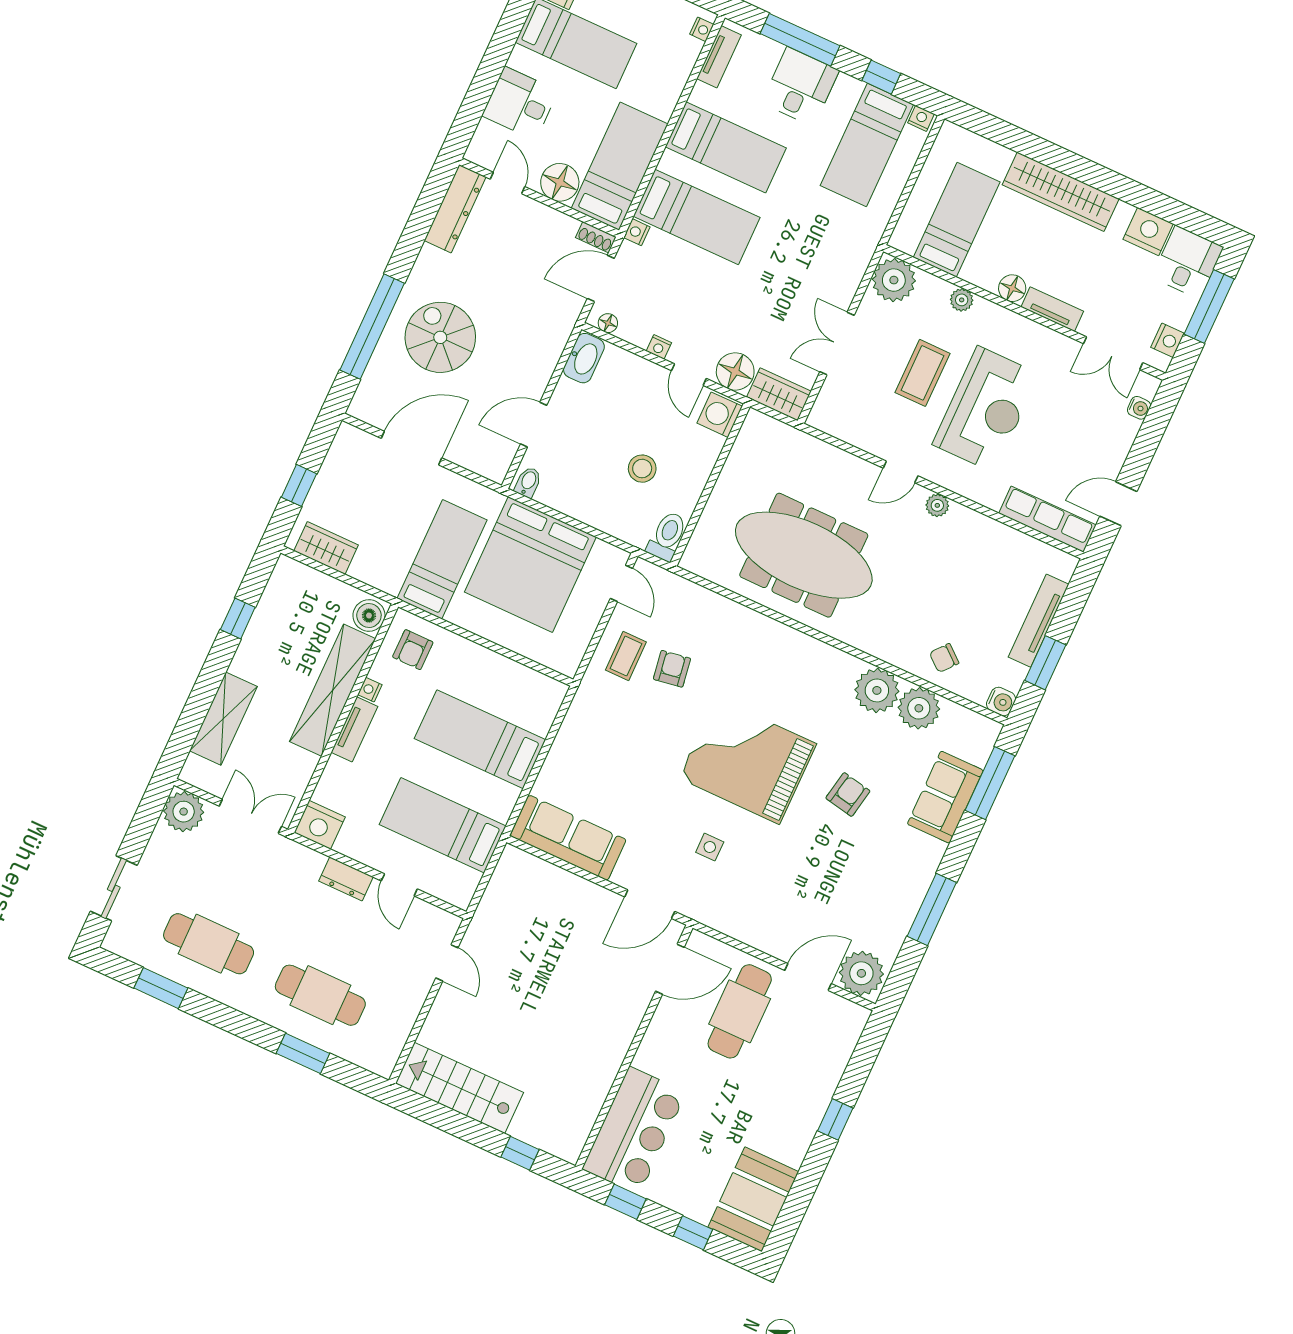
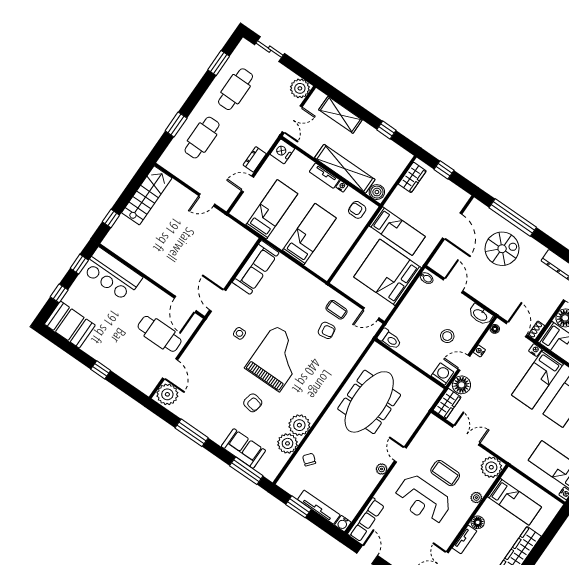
stool: (642, 469) -> (447, 336), moved
water cooler: (1001, 702) -> (343, 524), moved

